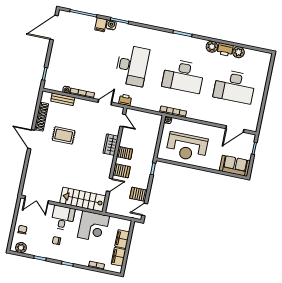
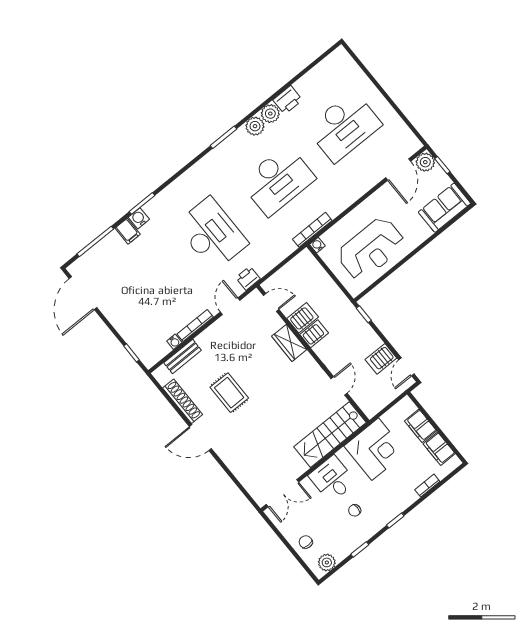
plant: (238, 52) -> (255, 126), moved
rug: (64, 135) -> (229, 393), turned 90
plant: (249, 139) -> (425, 162), added
server rack: (122, 171) -> (303, 318), moved

